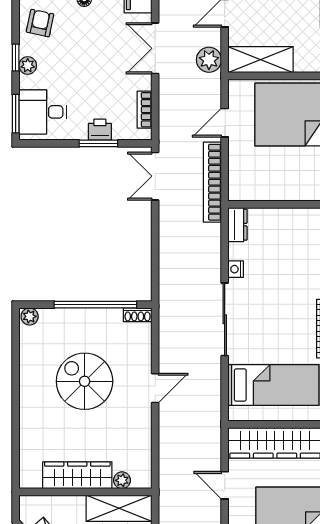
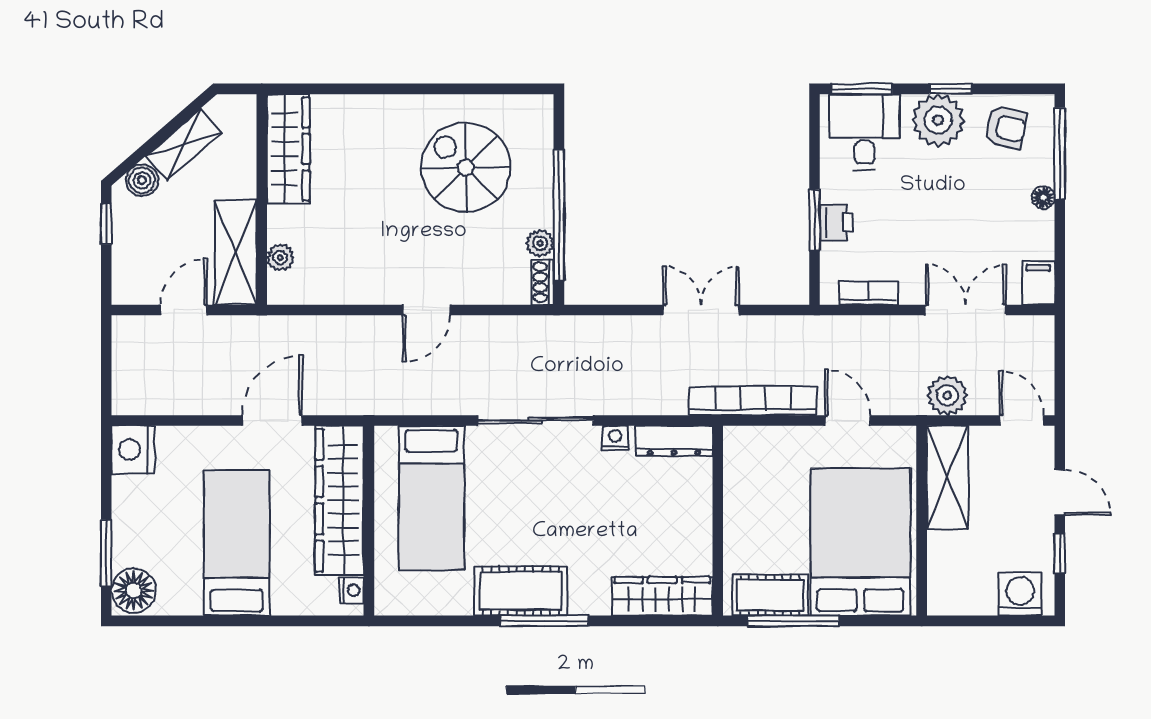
plant: (28, 65) -> (938, 120), width x1.87, depth x1.87
double door: (155, 176) -> (701, 310), moved
dresser: (238, 225) -> (674, 441), width x1.44
plant: (30, 316) -> (540, 243), moved
spiral stairs: (85, 381) -> (466, 168), moved, turned -90
door: (155, 388) -> (426, 310), hinge flipped
wardrobe: (77, 475) -> (288, 149), moved
door: (225, 485) -> (272, 421), width x1.37

